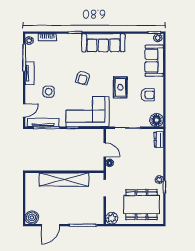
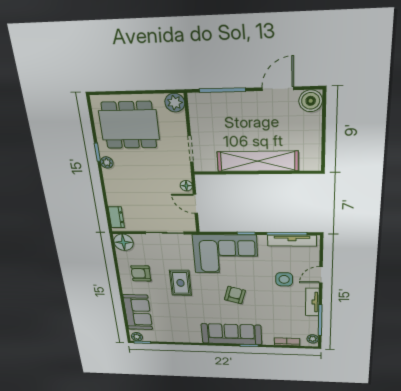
sofa: (103, 43) -> (231, 334), moved
door: (24, 110) -> (321, 275), moved

